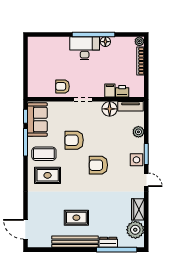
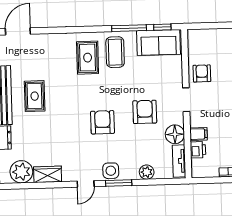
armchair: (74, 140) -> (145, 112), moved

